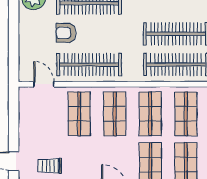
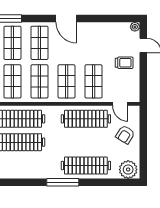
armchair: (66, 33) -> (125, 135), moved, turned 122
trolley: (50, 166) -> (124, 63), moved

